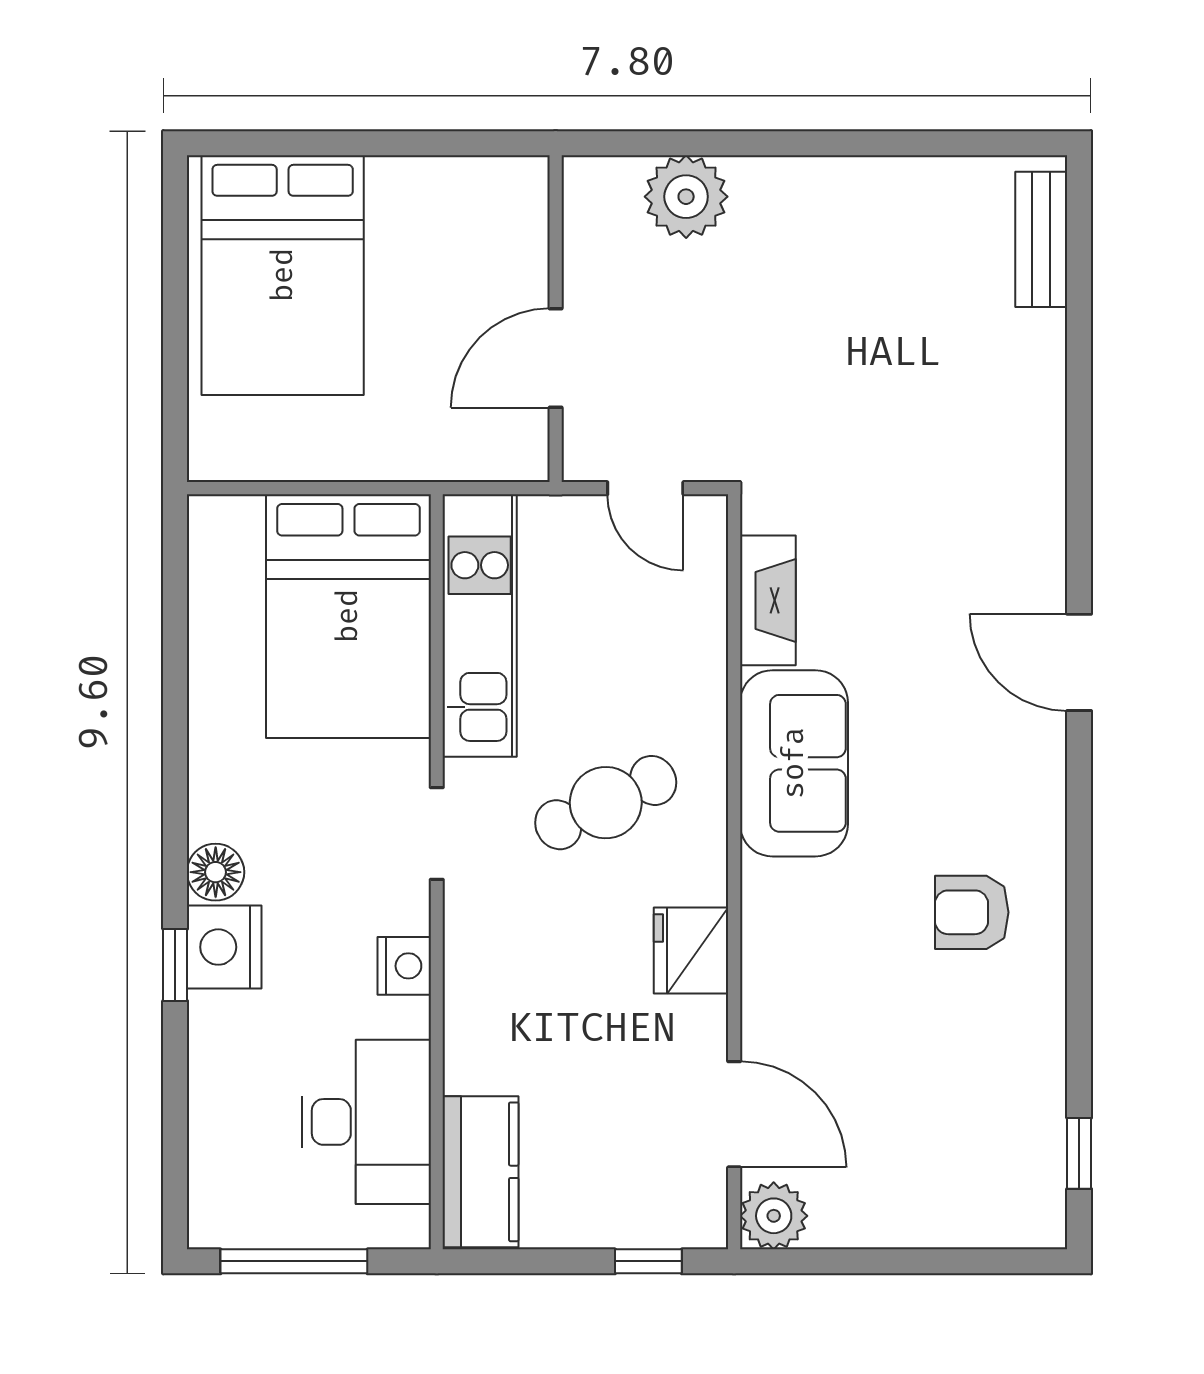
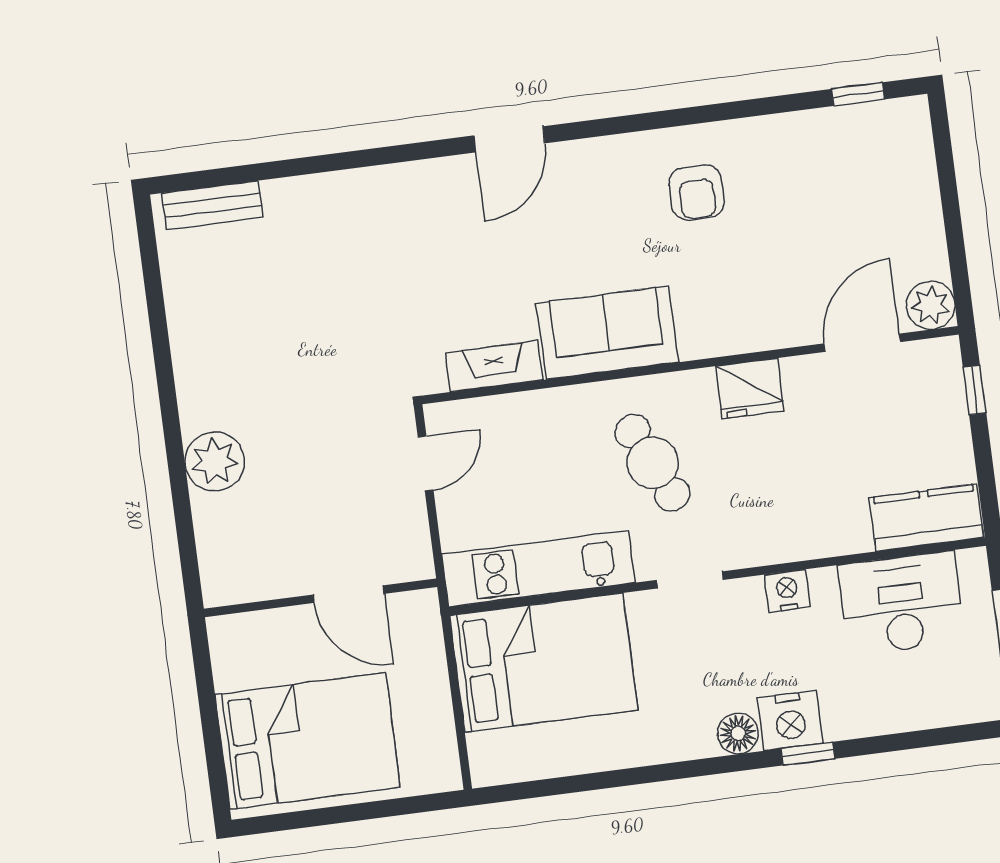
wall: (556, 319) -> (321, 598), moved
door: (556, 358) -> (348, 594), moved

